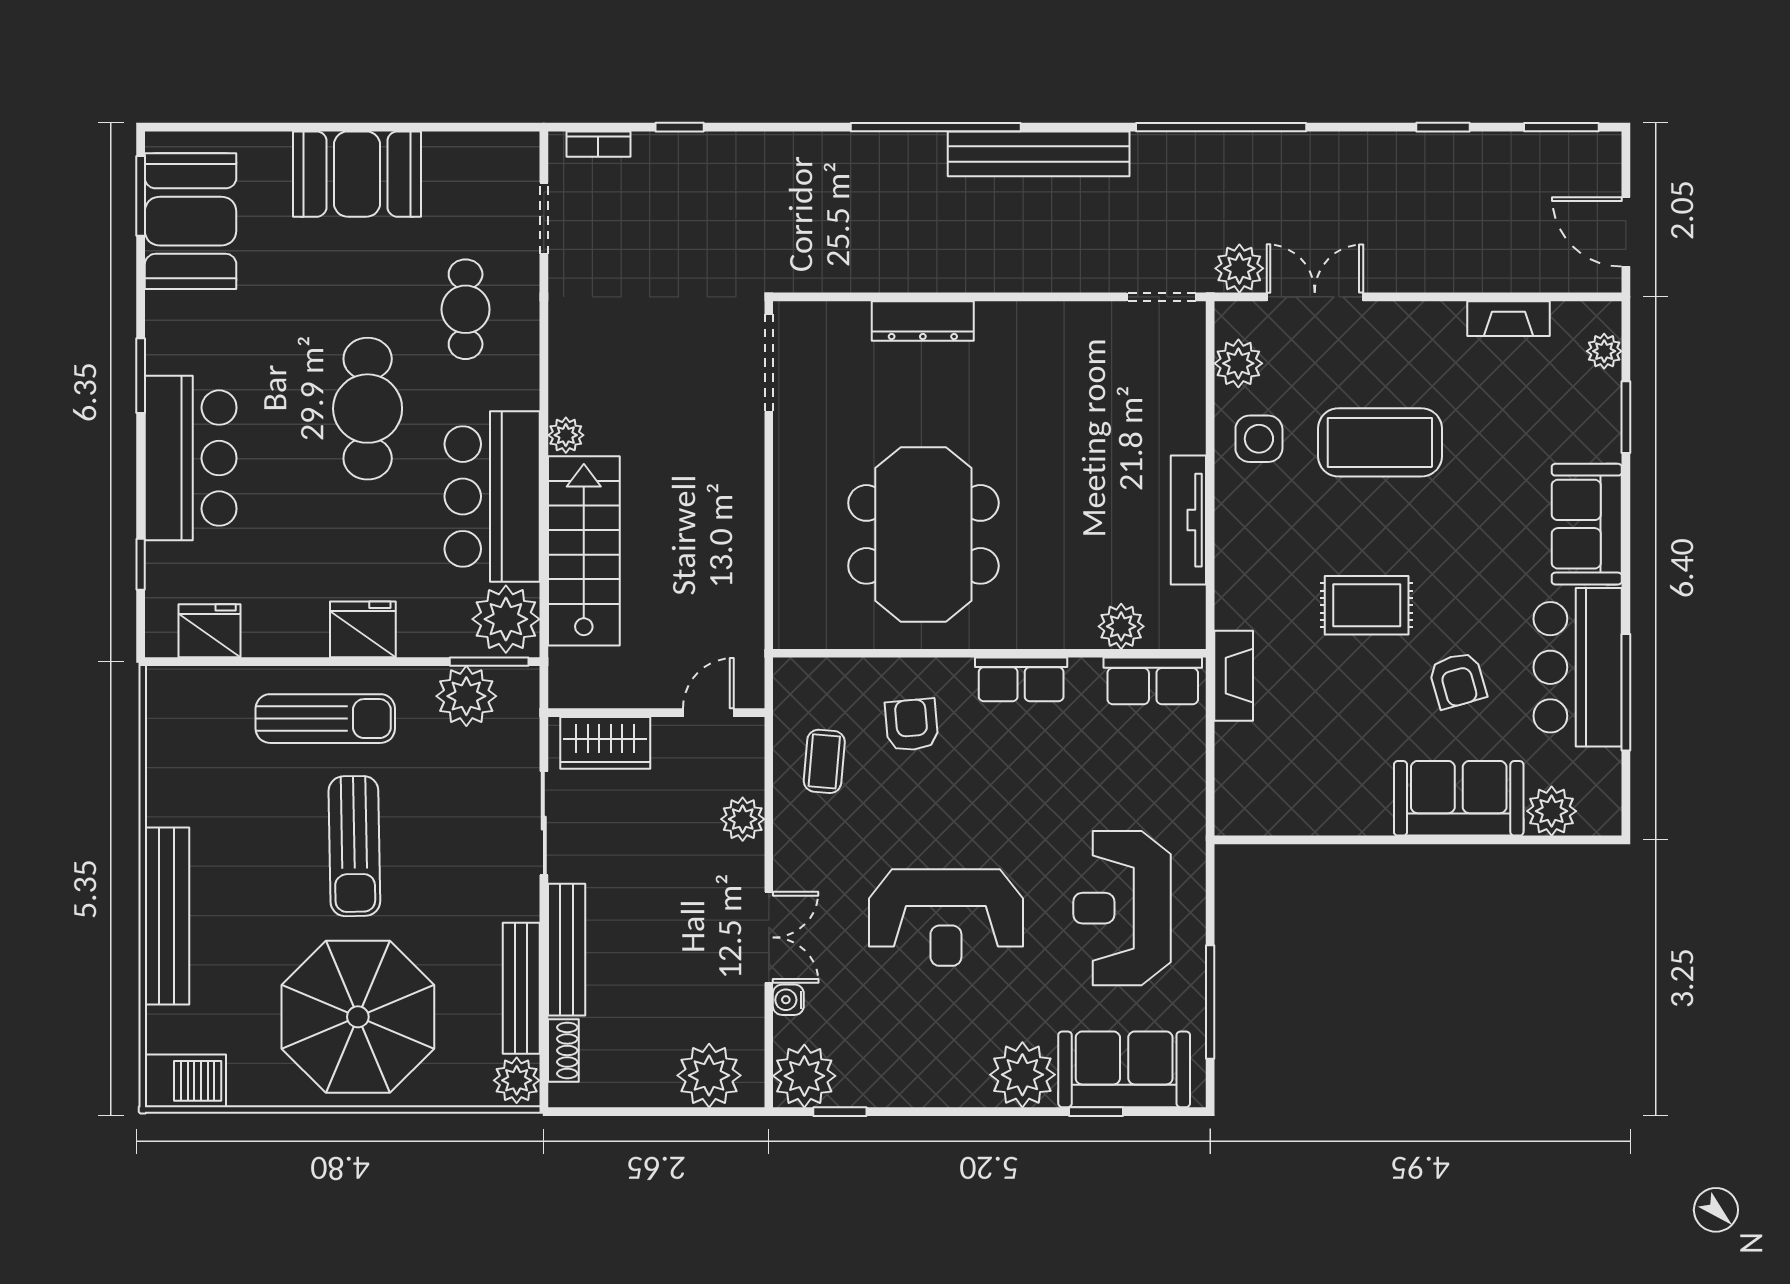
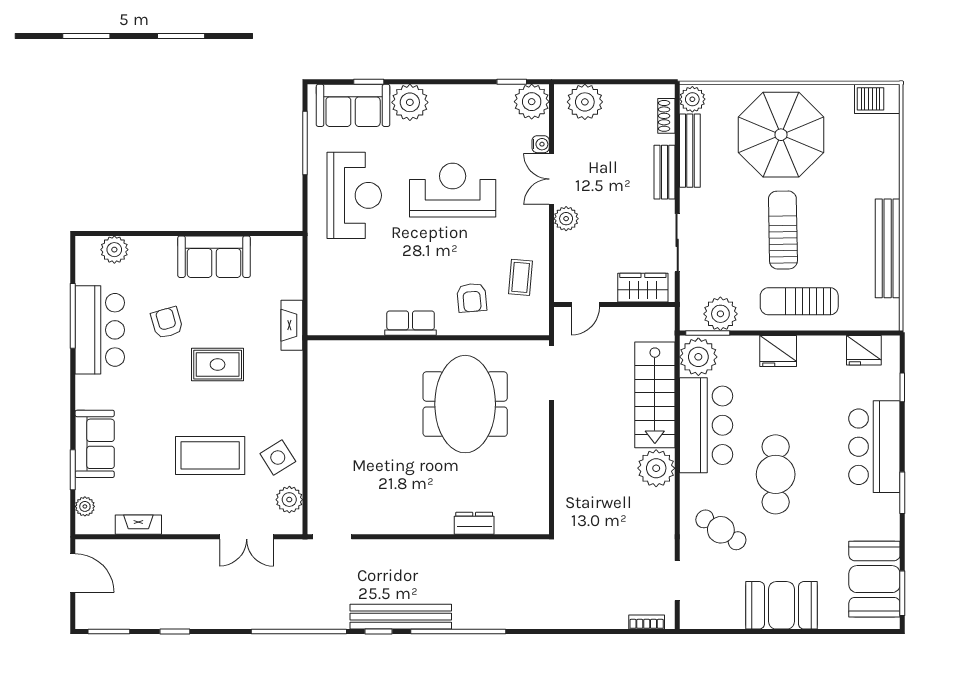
window: (680, 127) -> (379, 632), moved
plant: (1239, 268) -> (289, 553), removed
cafe table: (466, 309) -> (721, 530), turned -56
dresser: (923, 321) -> (474, 523), width x0.70
doorway: (769, 363) -> (552, 373), moved
plant: (566, 435) -> (656, 468), width x1.88, depth x1.88
side table: (1259, 439) -> (278, 458), turned -32
tv unit: (1188, 520) -> (317, 412), removed
sofa: (1587, 524) -> (95, 444), moved
plant: (1121, 626) -> (355, 353), removed
row of seats: (1153, 681) -> (337, 322), removed
sofa: (1459, 798) -> (214, 257), moved
plant: (743, 819) -> (566, 219), moved
bench: (167, 916) -> (888, 248), moved
bench: (567, 950) -> (664, 172), width x0.73

